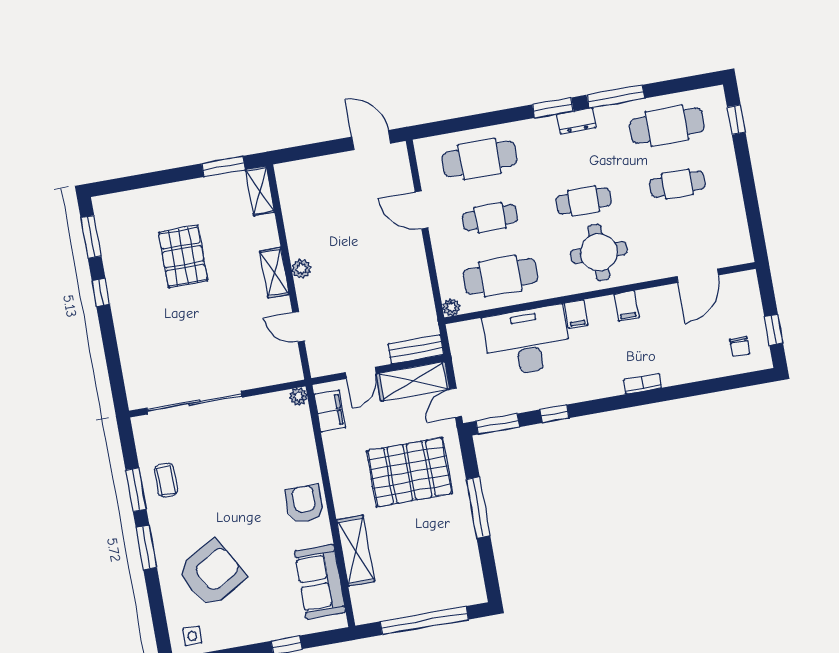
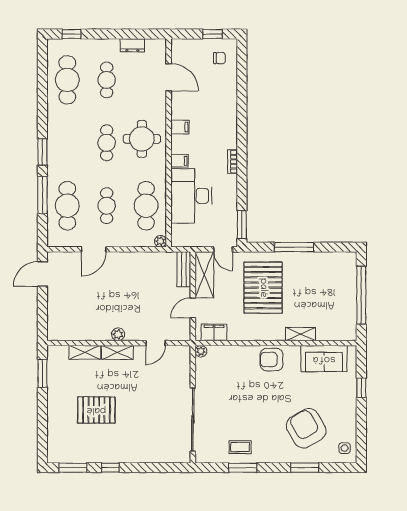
window: (616, 97) -> (42, 195), moved
dresser: (576, 121) -> (132, 45), moved, turned 90
shelving: (260, 191) -> (85, 352), moved
door: (361, 373) -> (193, 308), swing flipped
bookcase: (642, 384) -> (233, 162), moved
window: (554, 414) -> (242, 186), removed
window: (146, 548) -> (305, 468), moved
shelving: (356, 551) -> (300, 334), width x0.67, depth x0.75

